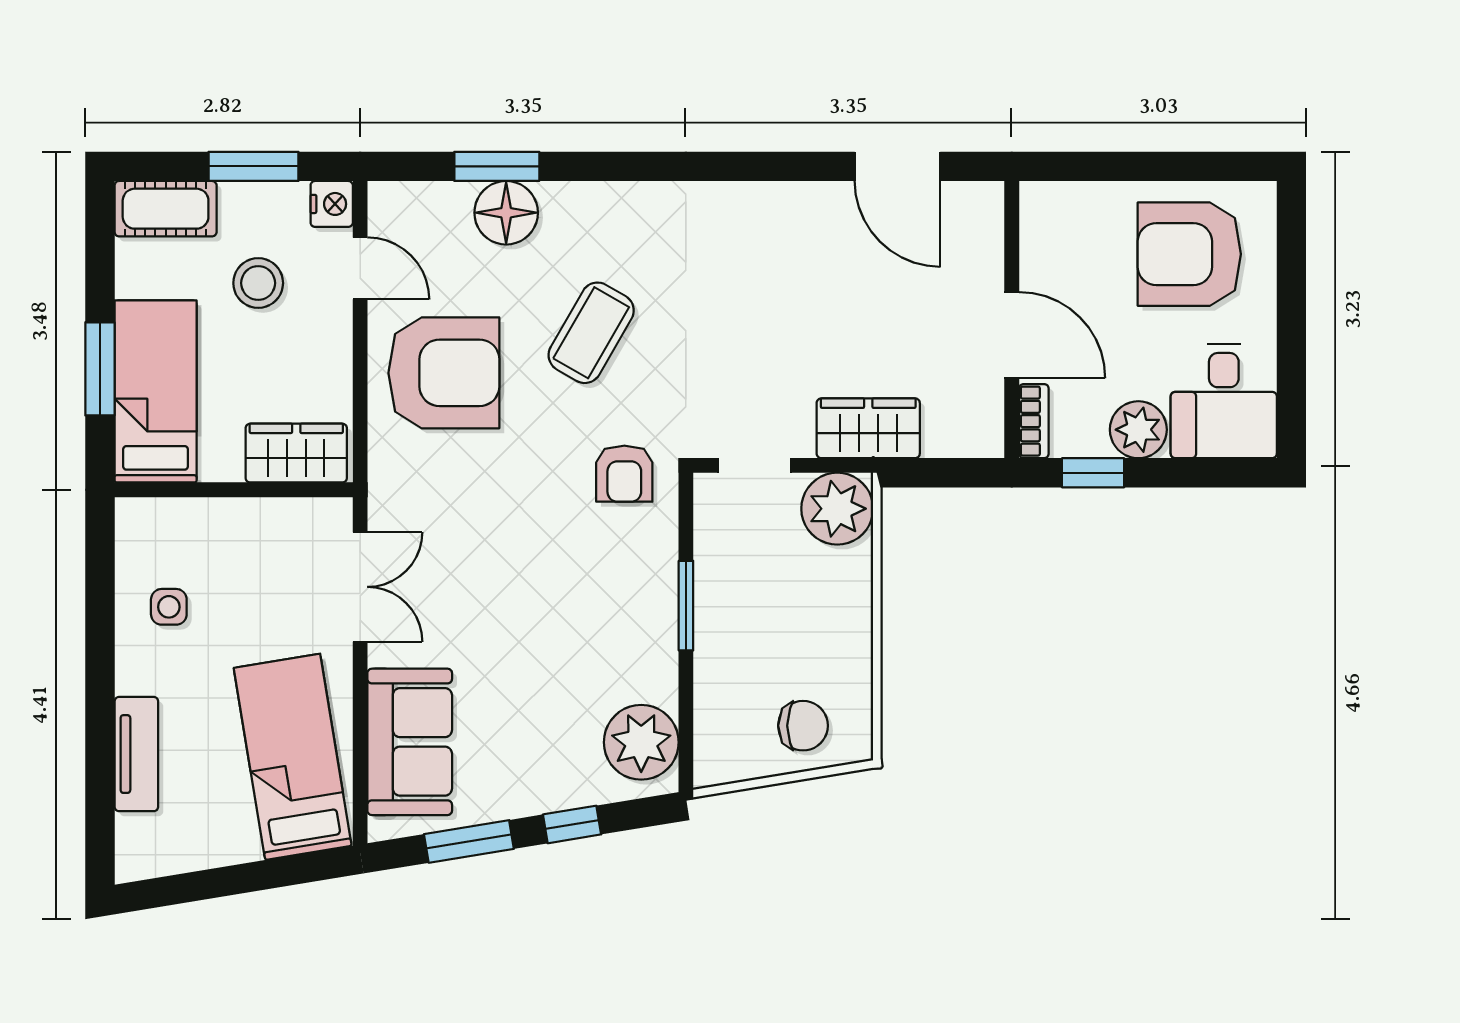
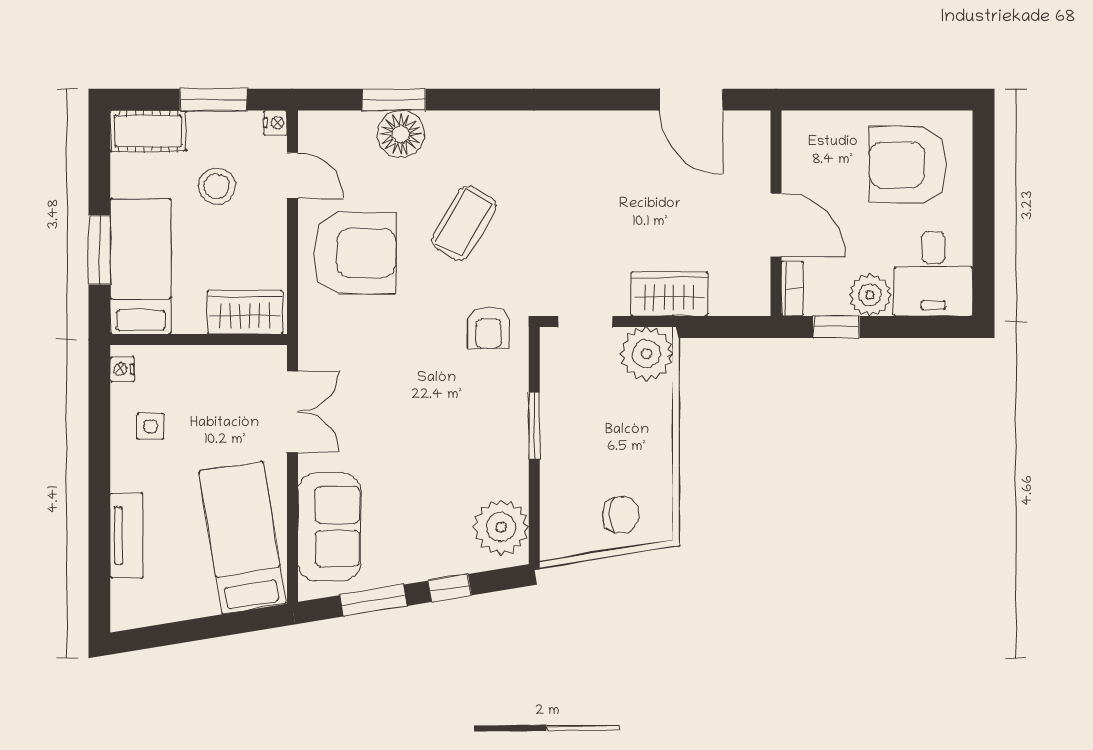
nightstand: (332, 204) -> (275, 123), width x0.72, depth x0.74
nightstand: (131, 530) -> (122, 369), added

